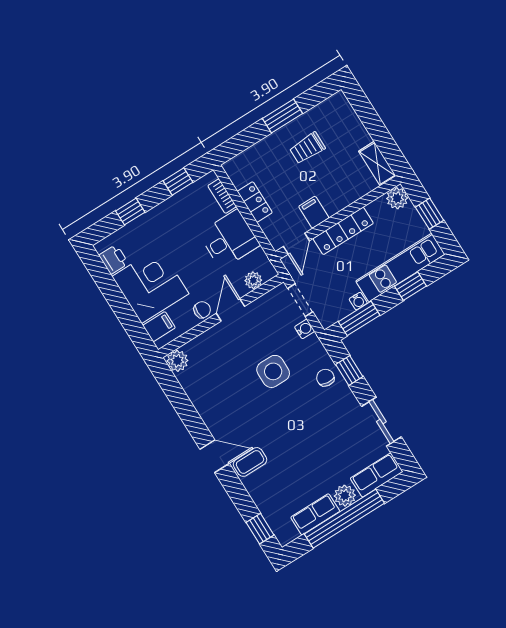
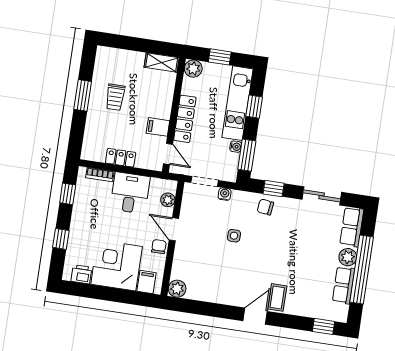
side table: (273, 371) -> (234, 236), width x0.54, depth x0.54

